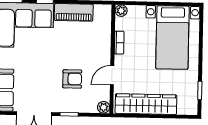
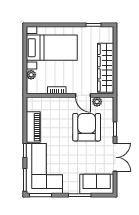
plant: (121, 11) -> (31, 75), moved
armchair: (72, 79) -> (87, 127), width x1.88, depth x1.88
plant: (104, 107) -> (97, 102), moved

